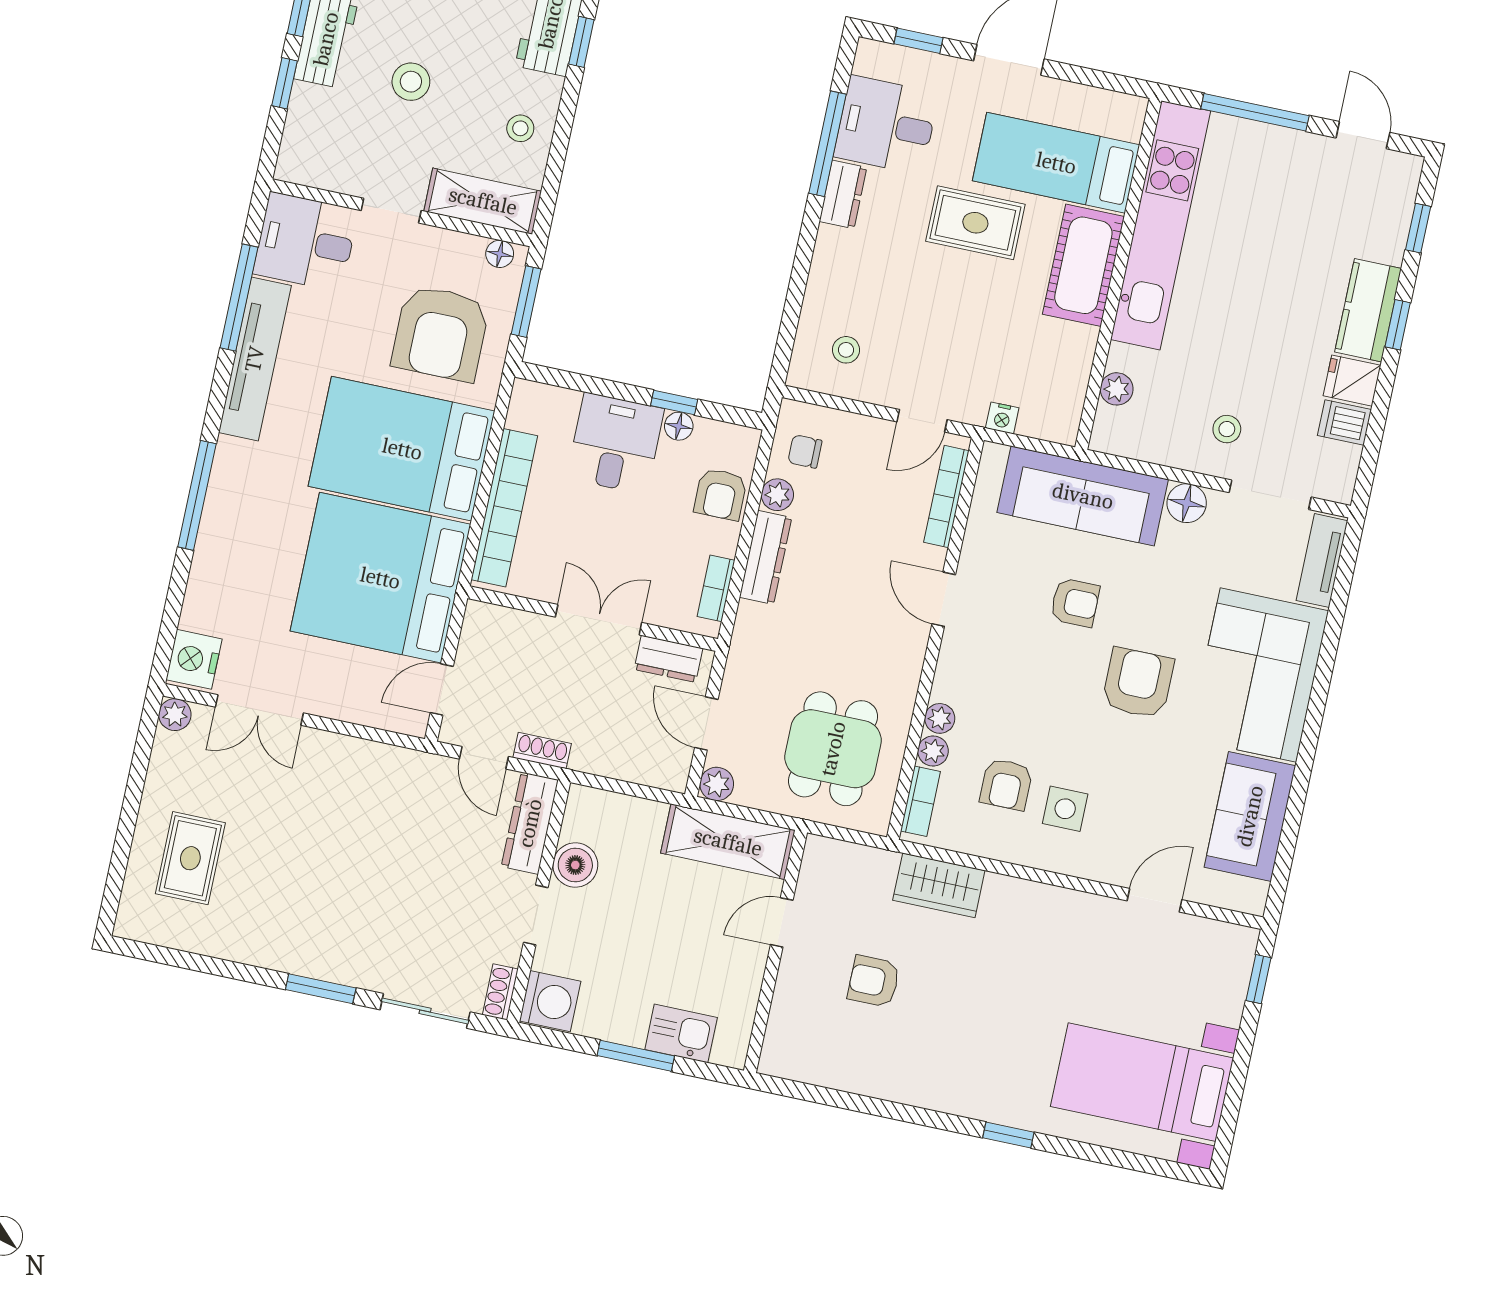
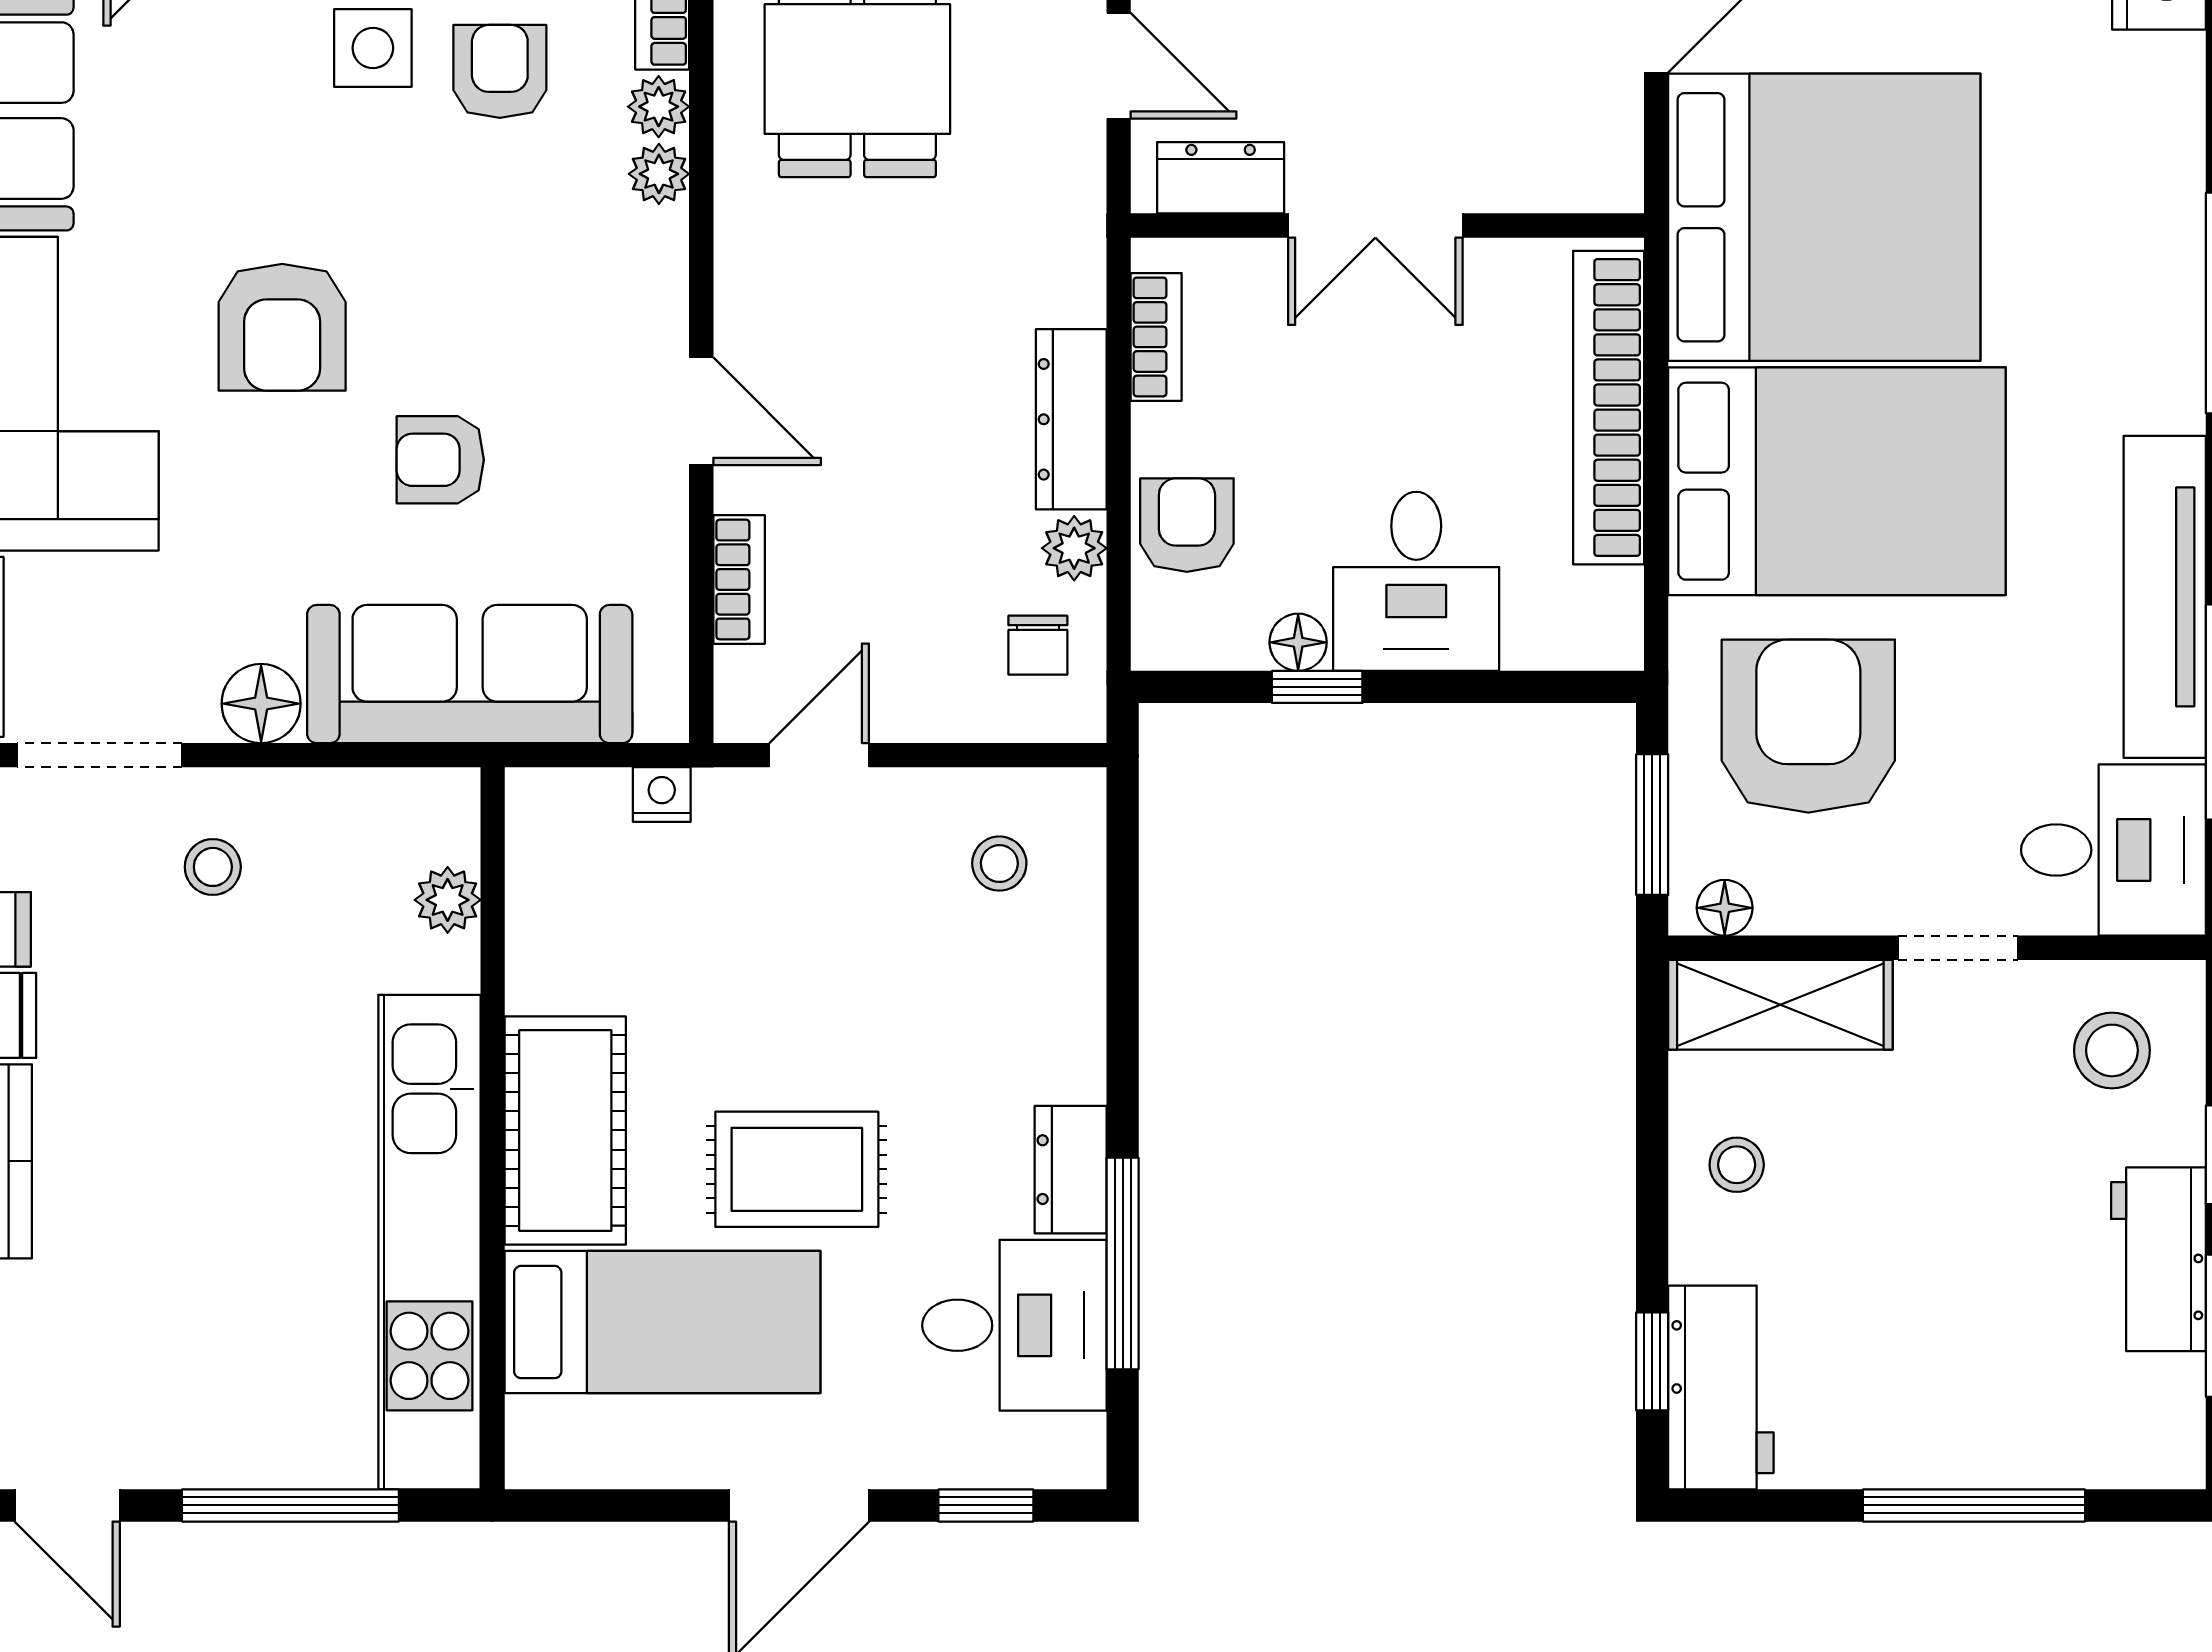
stool: (411, 82) -> (2112, 1050), moved
chair: (805, 451) -> (1038, 645), turned 90
bookcase: (946, 496) -> (739, 579), width x0.64

